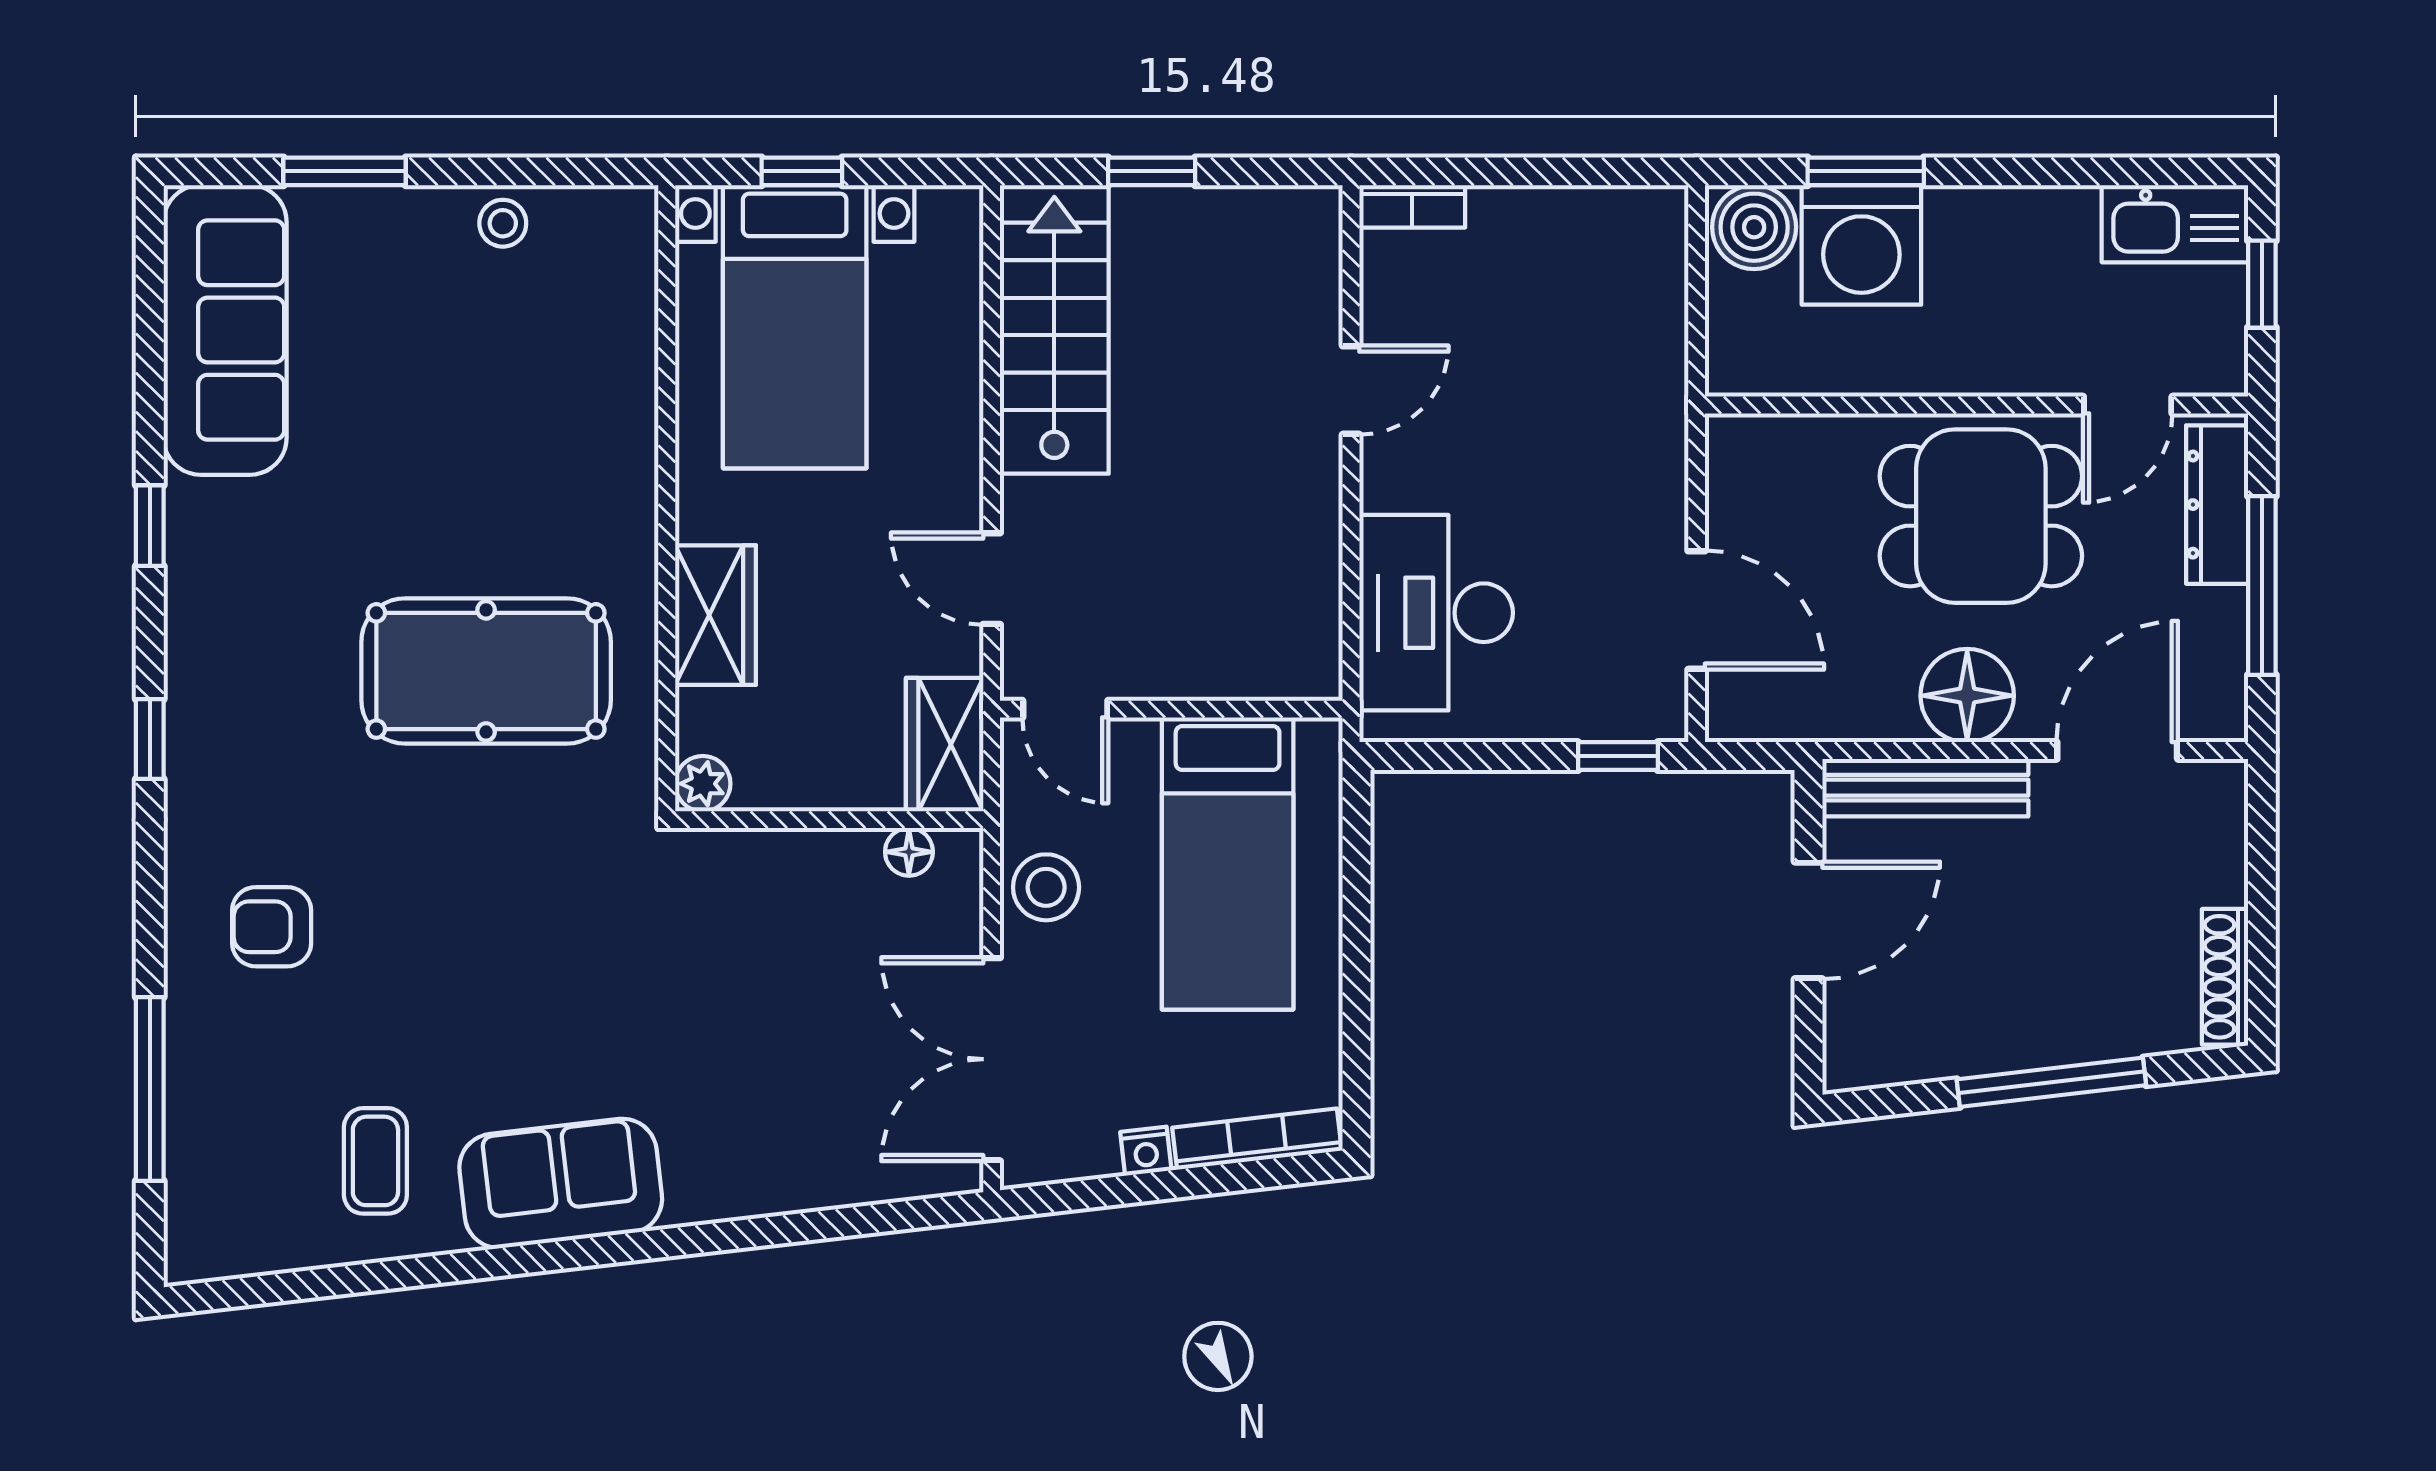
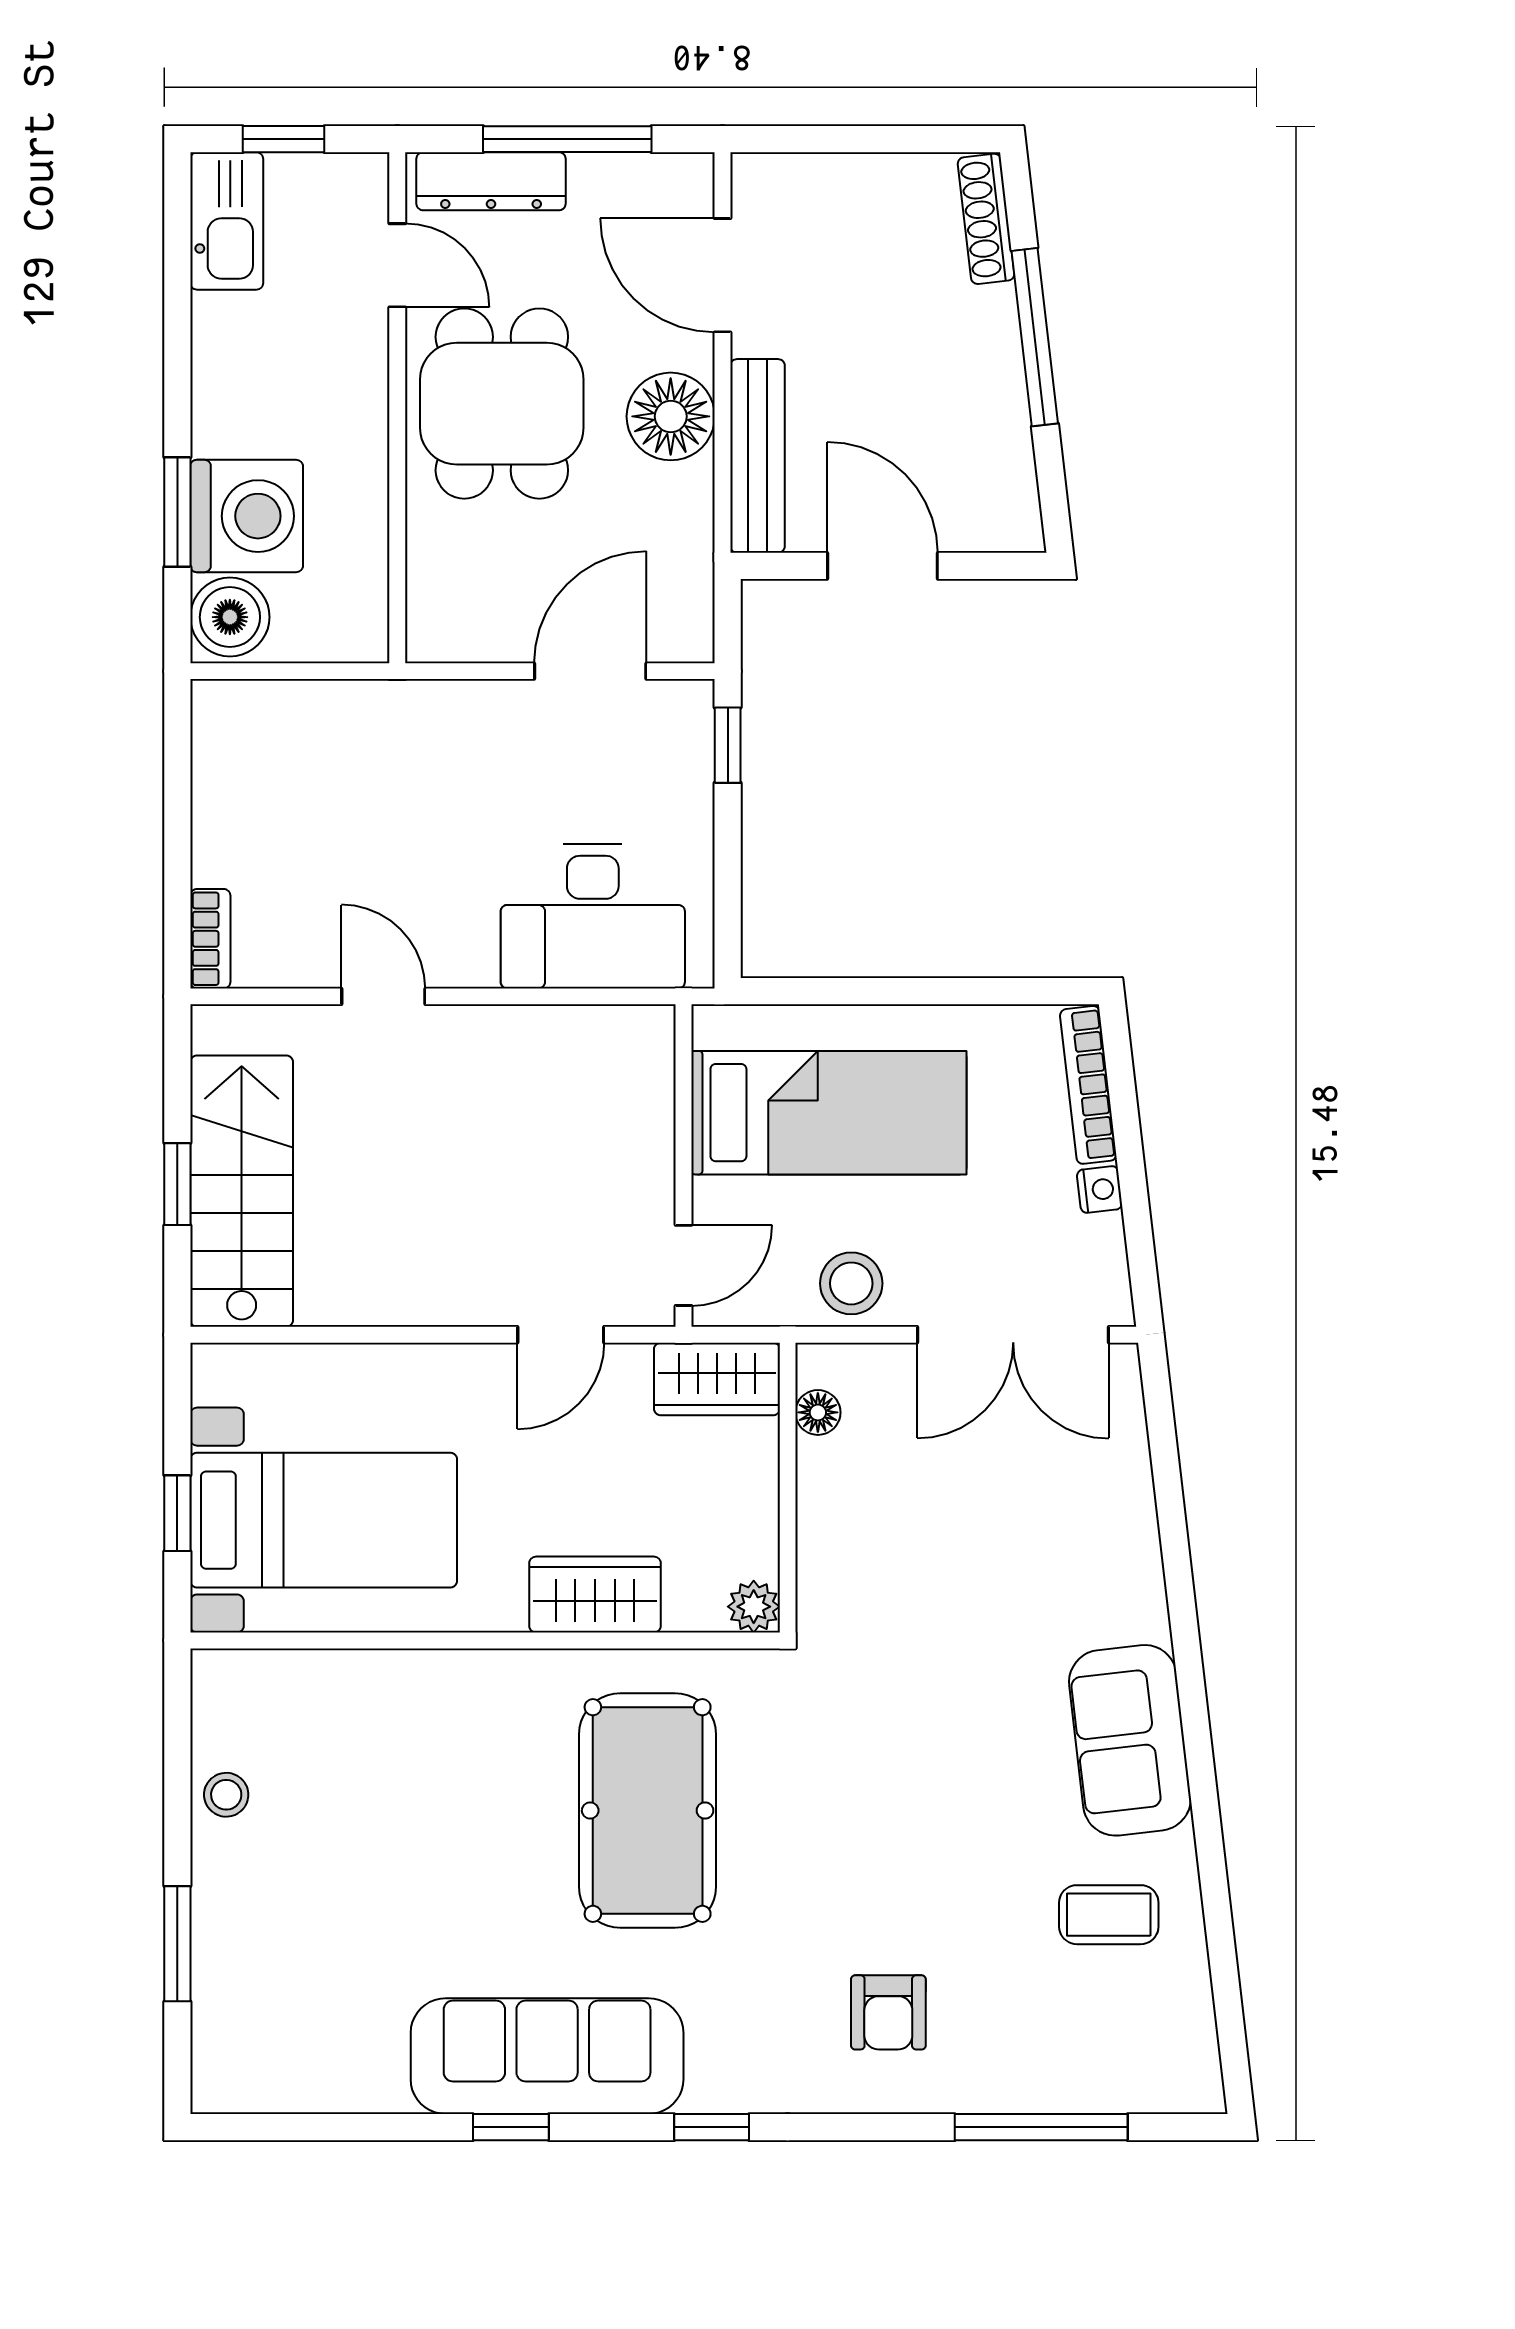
stairs: (1054, 329) -> (242, 1191), moved, turned 90
sofa: (225, 330) -> (547, 2056), moved
shoe rack: (2225, 977) -> (986, 219), moved, turned 83

